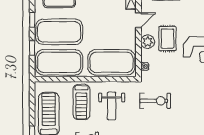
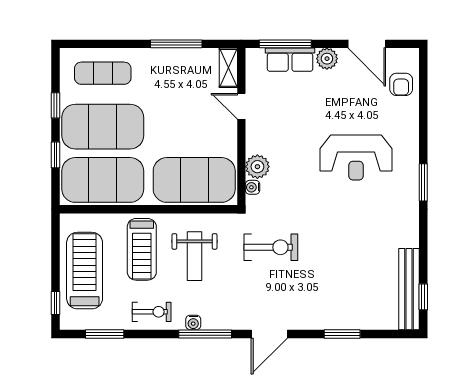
door: (138, 20) -> (241, 106), swing flipped
rug: (167, 39) -> (292, 138), removed
plant: (148, 42) -> (257, 167), moved

